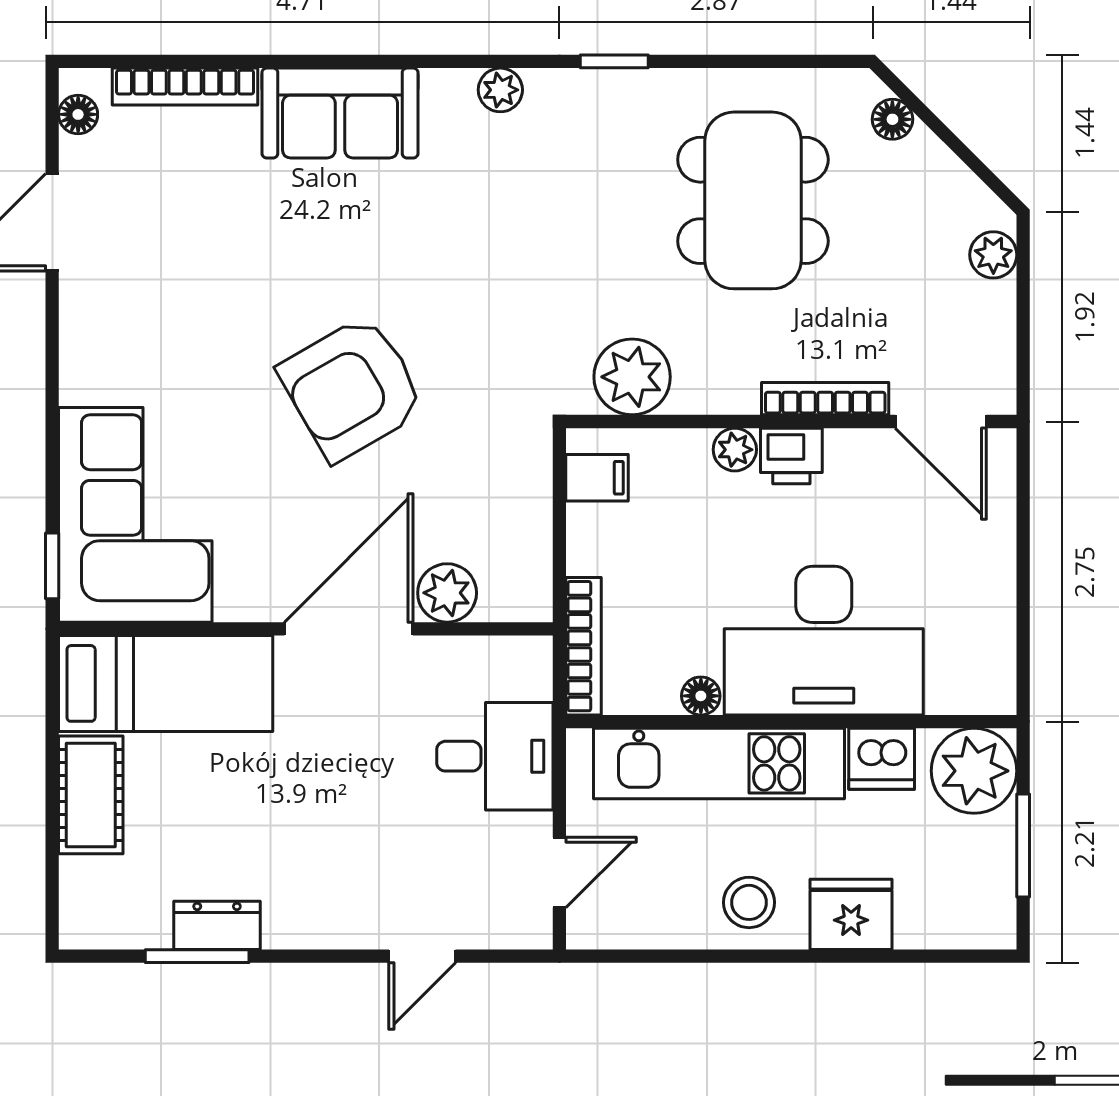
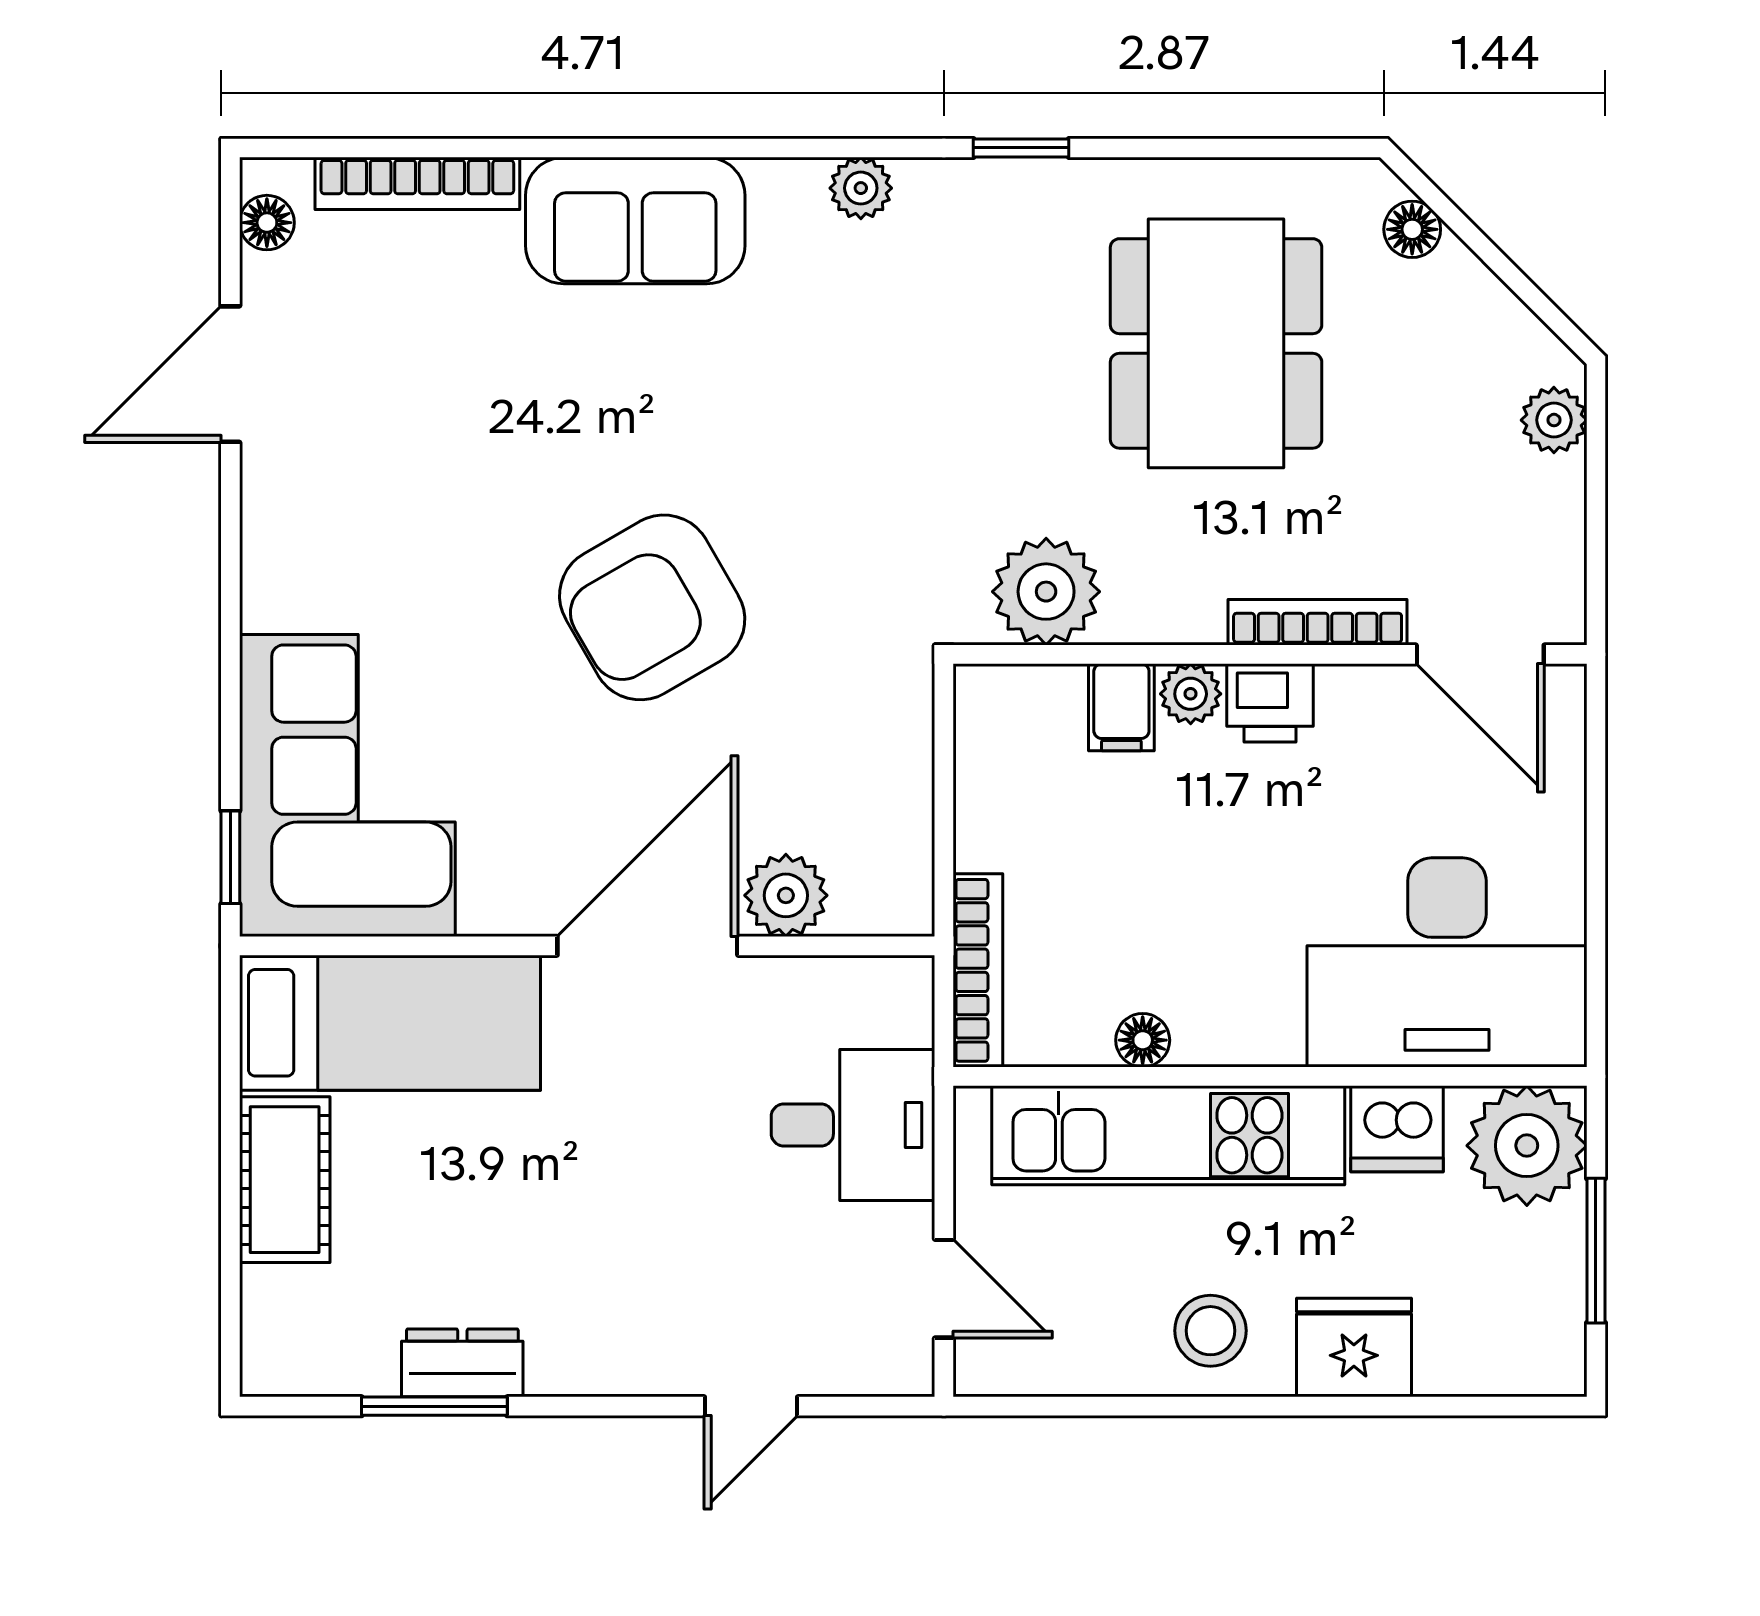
filing cabinet: (597, 478) -> (1121, 707), moved, turned 90
desk: (824, 641) -> (1447, 962), moved
door: (559, 873) -> (944, 1289), hinge flipped

